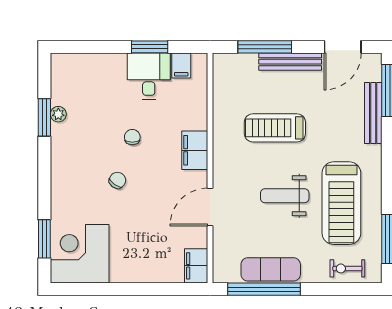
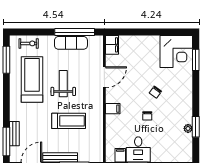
bench: (373, 113) -> (14, 134), width x0.73
filing cabinet: (195, 150) -> (113, 109), width x0.50
weight bench: (285, 196) -> (63, 84), turned -90

